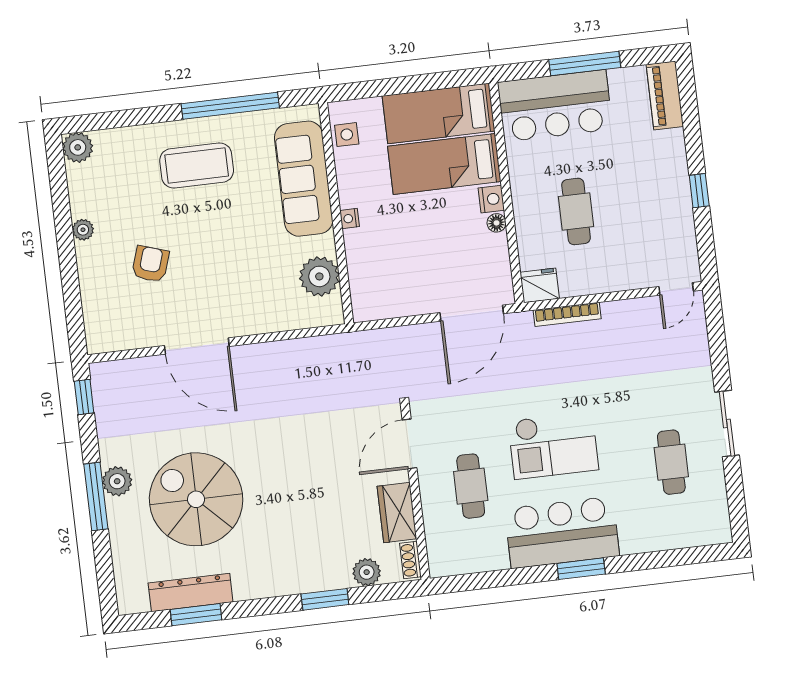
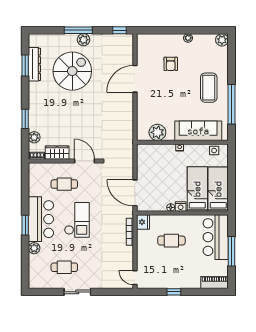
armchair: (150, 264) -> (171, 64), turned 72
checkout: (553, 445) -> (77, 220), turned 180
plant: (634, 540) -> (34, 248), added

